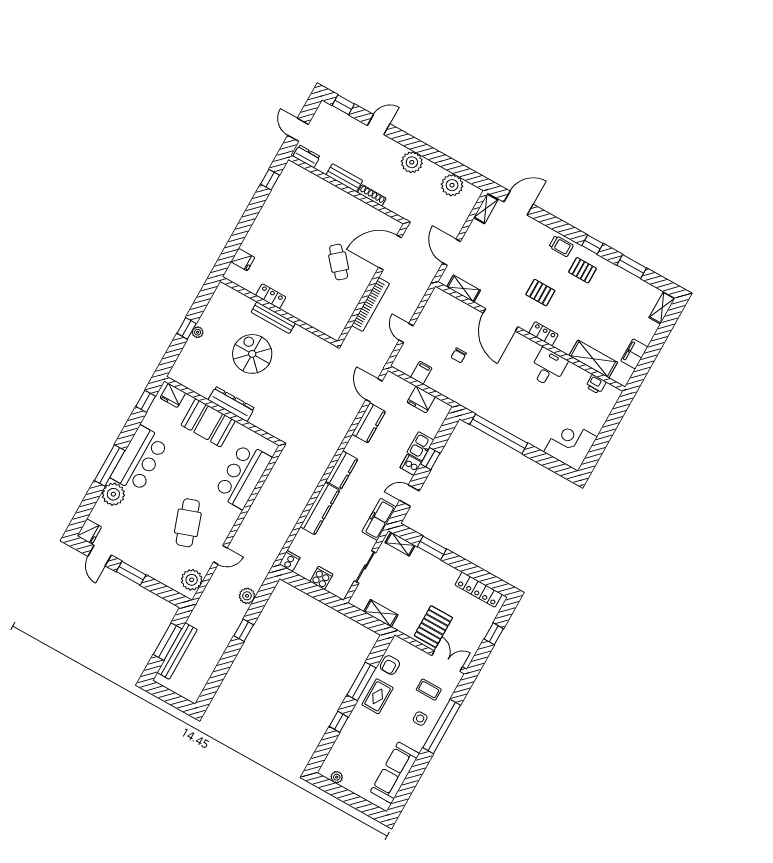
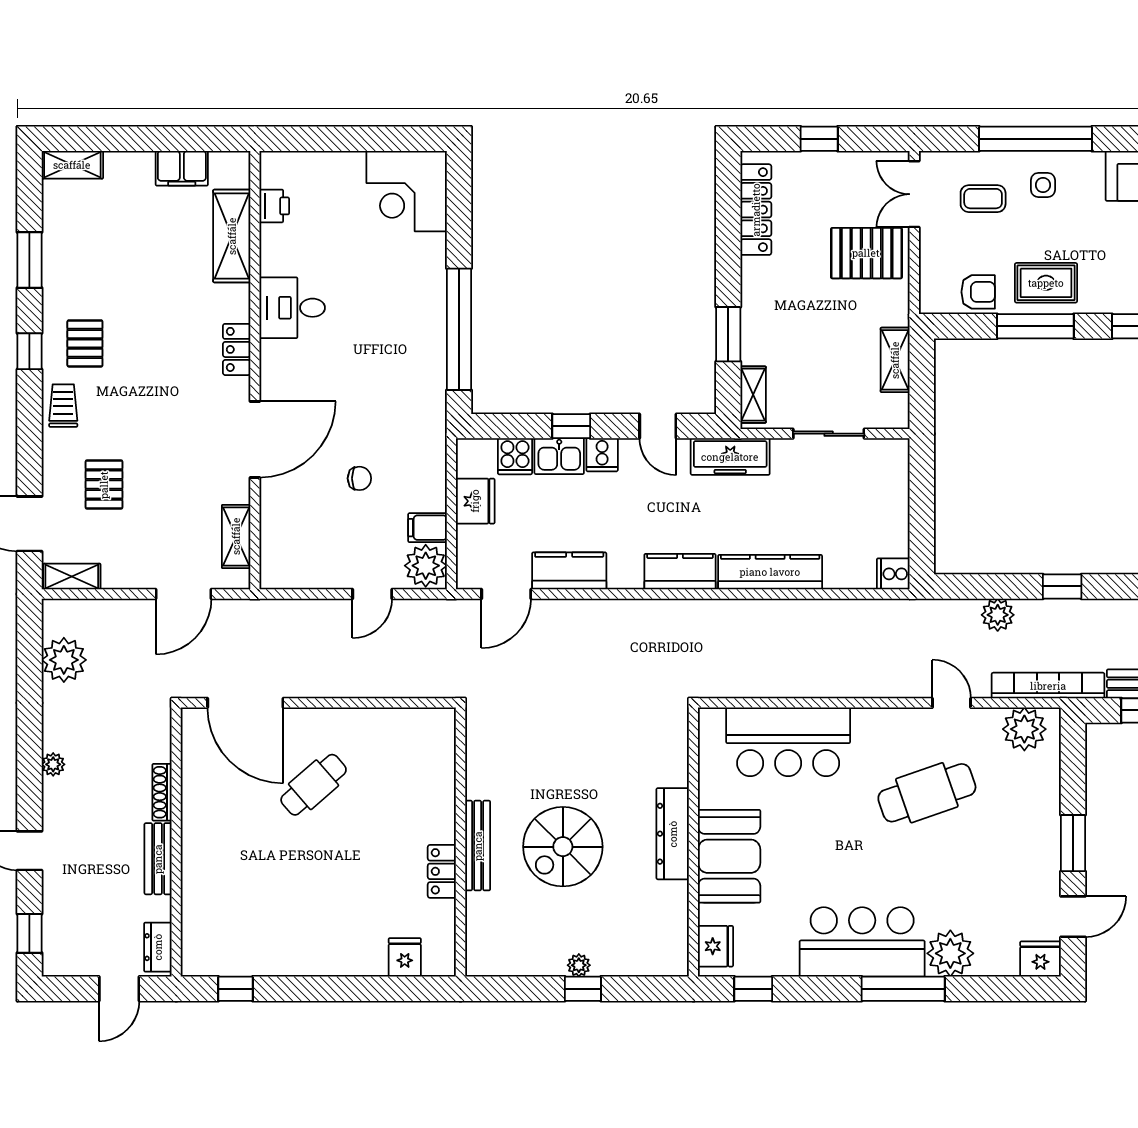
plant: (412, 162) -> (53, 764), width x0.53, depth x0.53
pallet: (540, 293) -> (104, 485), moved
bookcase: (371, 305) -> (1048, 686), moved
plant: (405, 363) -> (426, 566), added
cooker: (321, 578) -> (515, 456), moved, turned -90
coffee table: (429, 690) -> (983, 199), turned 90

